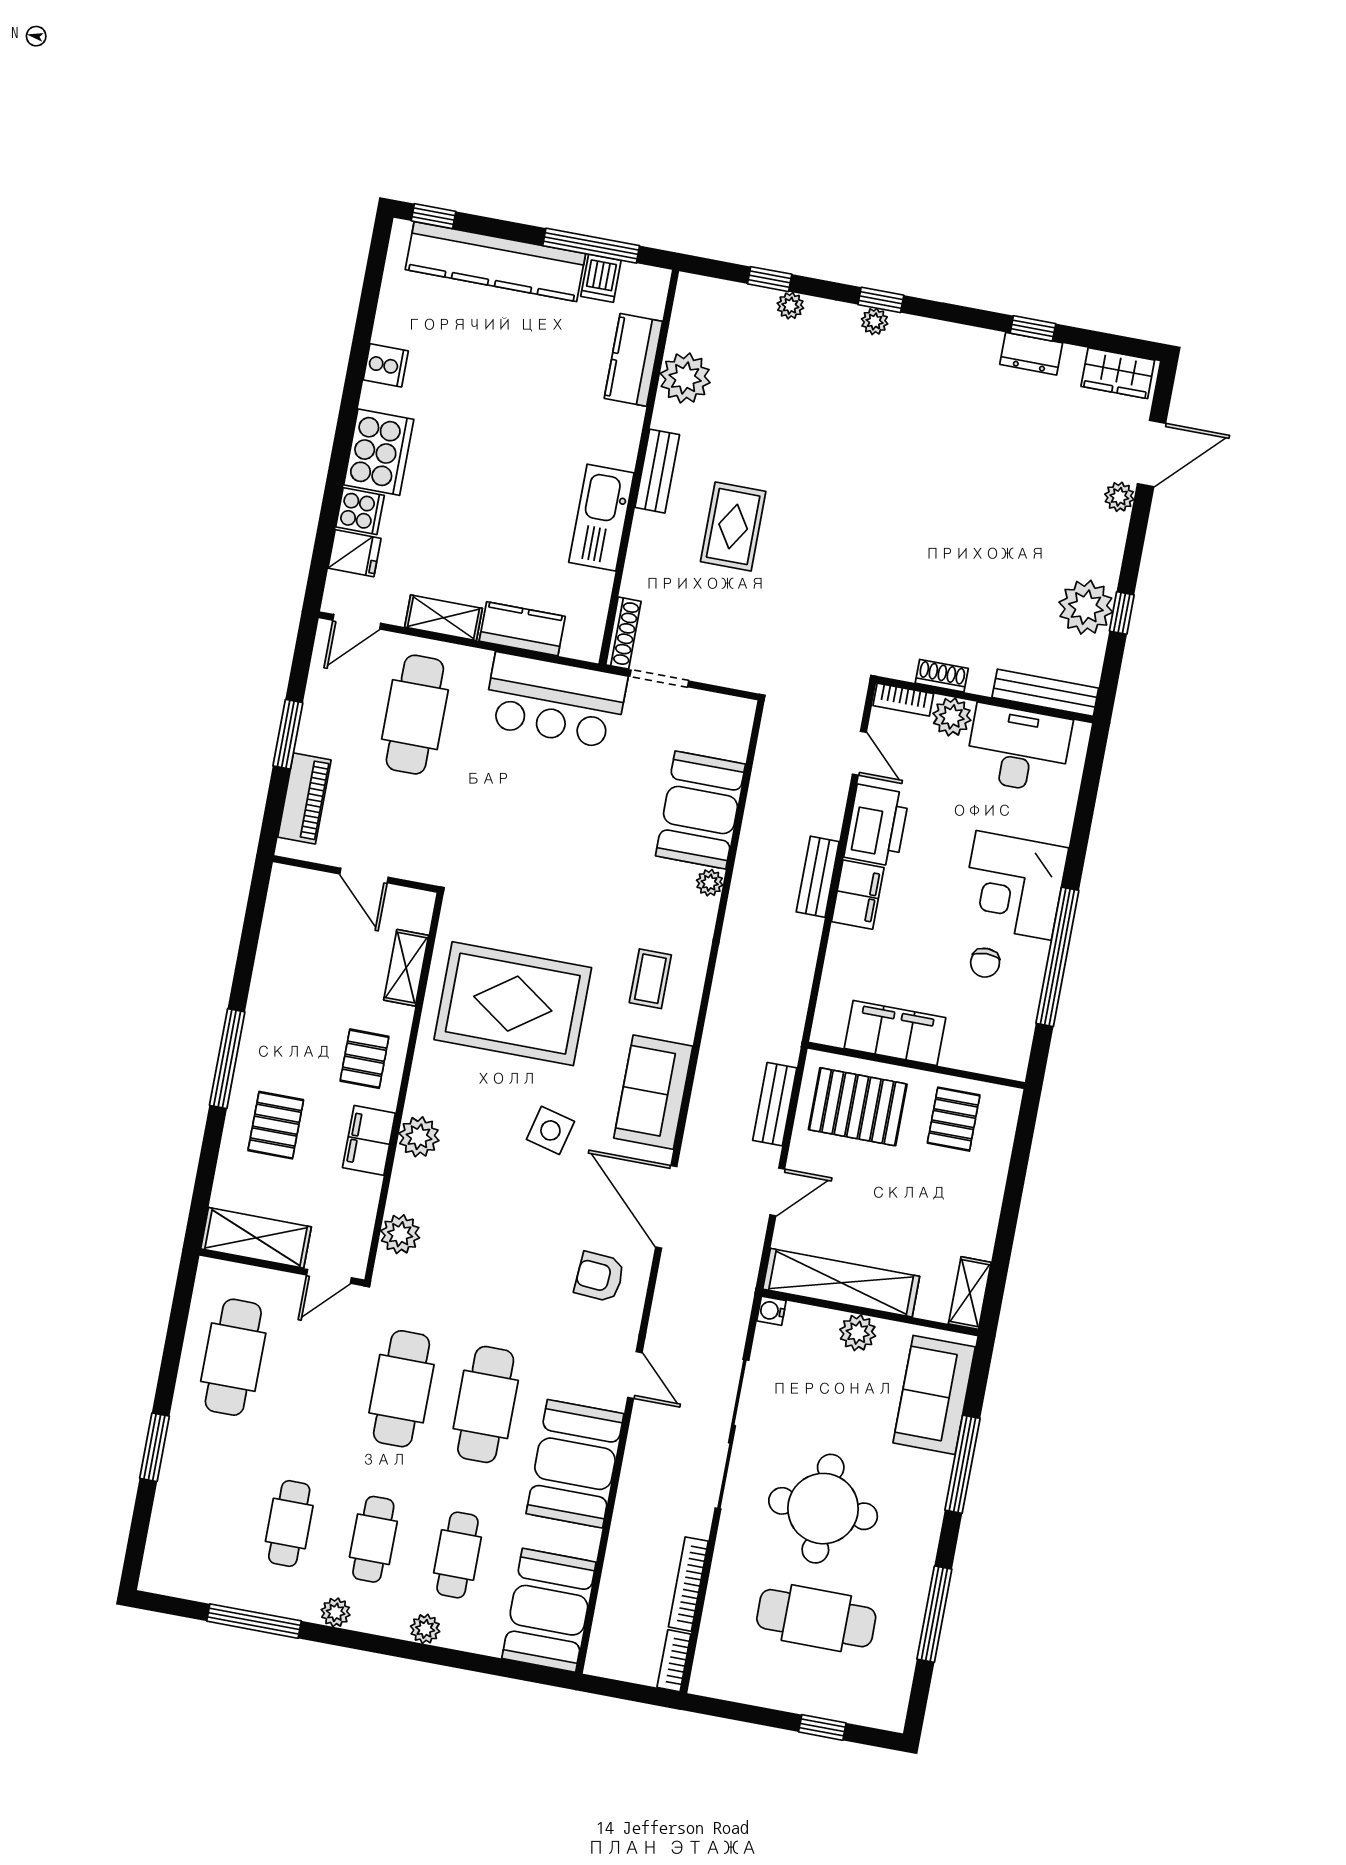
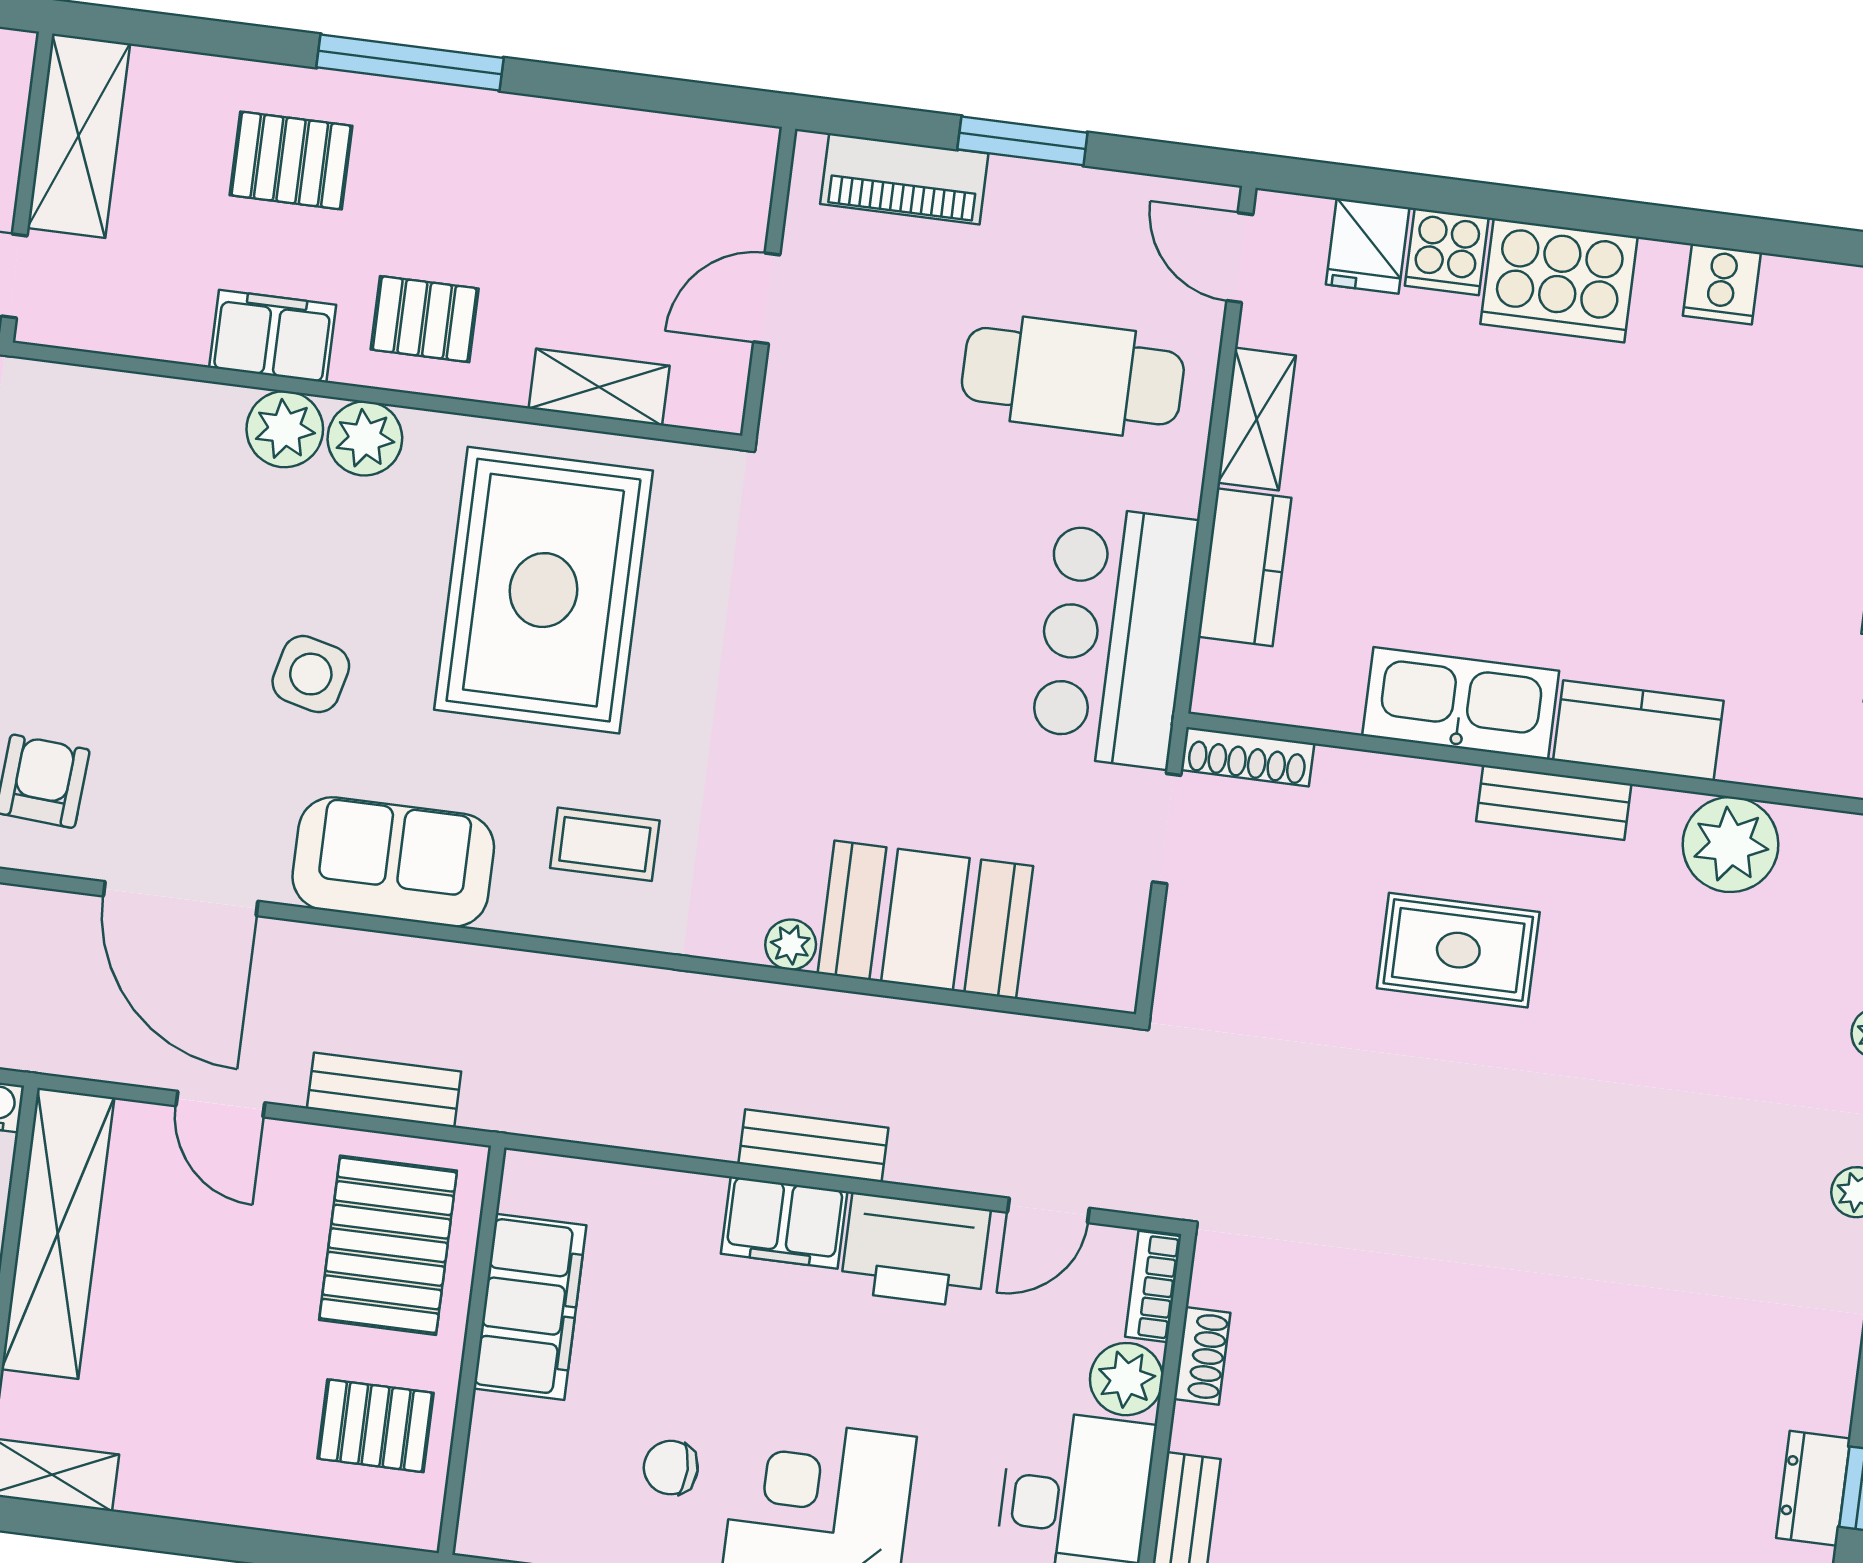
kitchen counter: (633, 360) -> (1638, 731), moved
door: (666, 1207) -> (181, 899), swing flipped
plant: (400, 1234) -> (365, 438), moved

